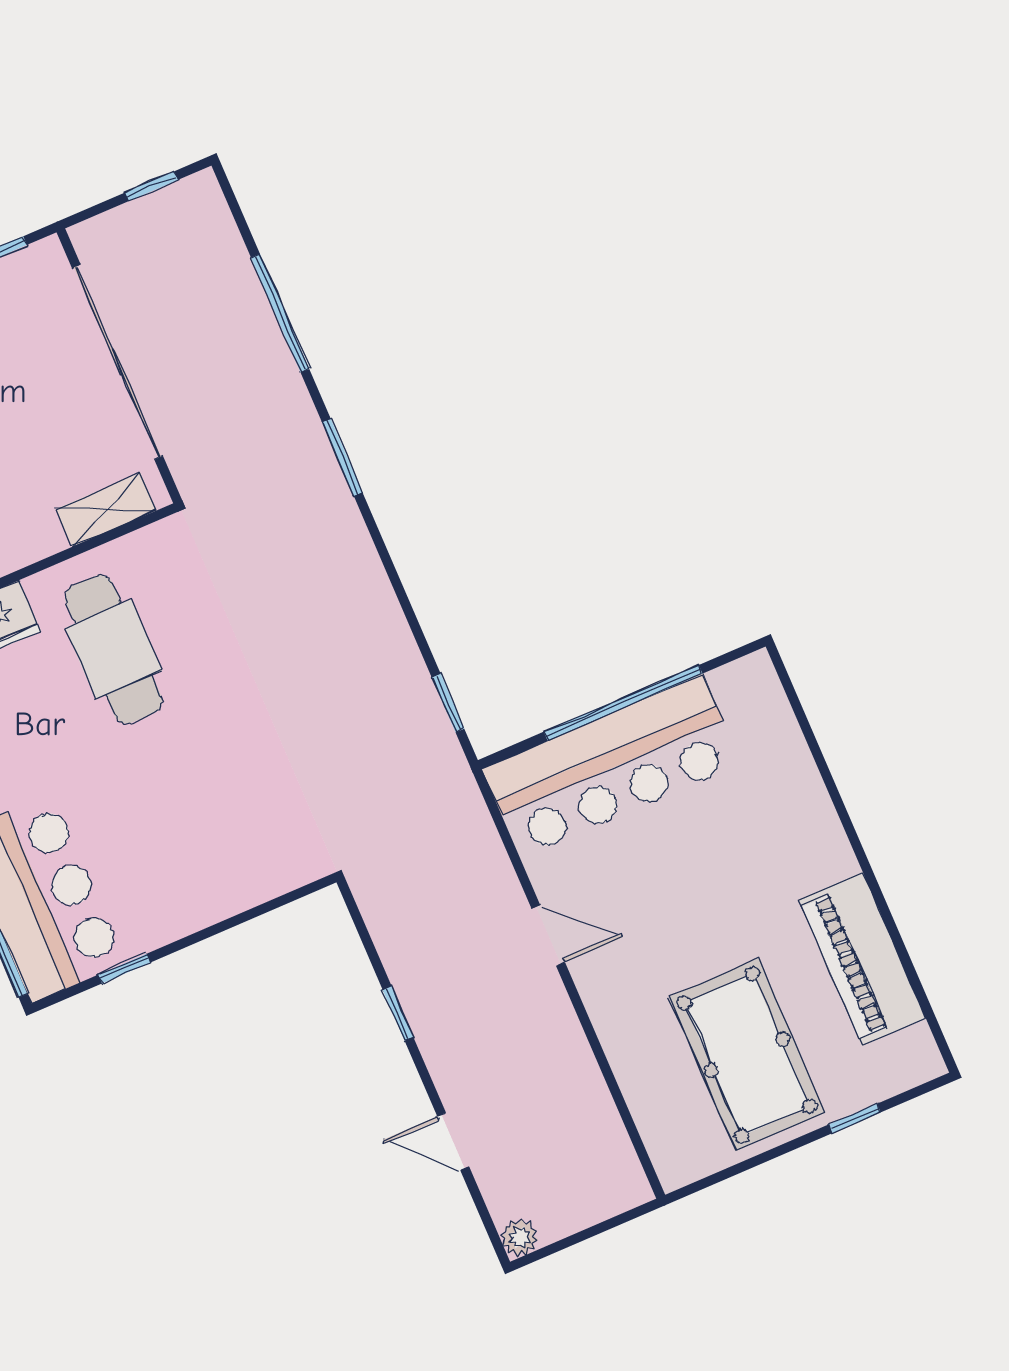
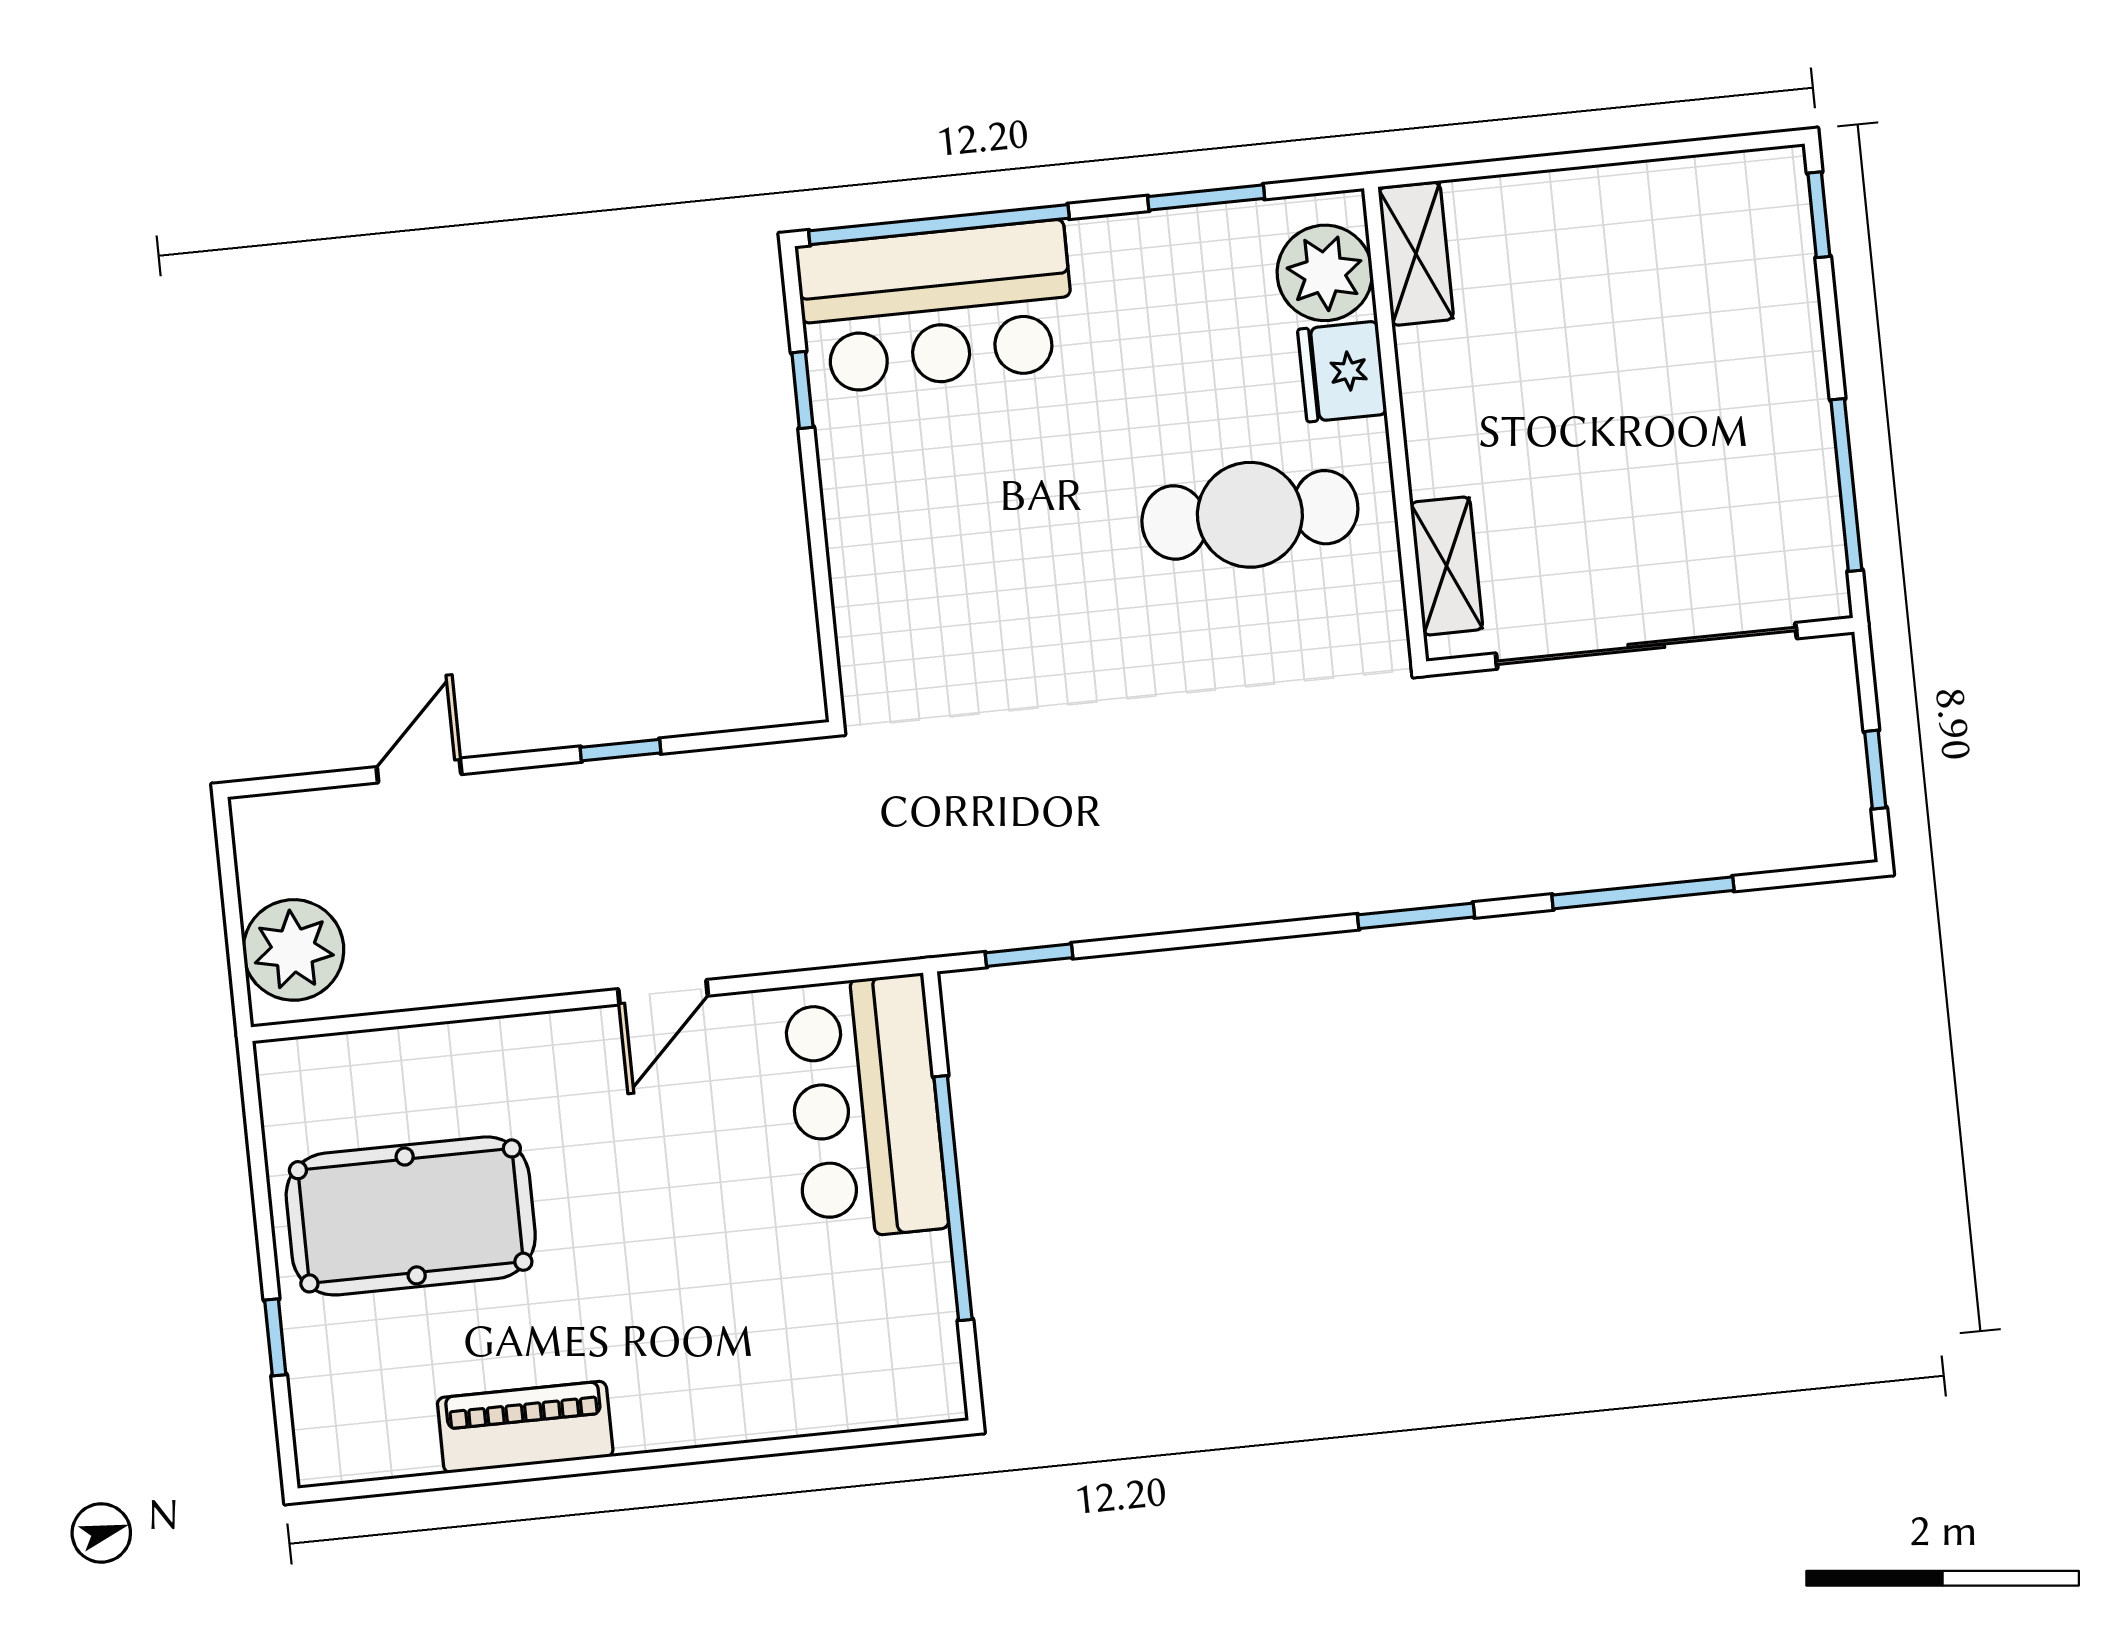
bar counter: (611, 766) -> (865, 1107), width x0.73
piano: (863, 959) -> (525, 1427), width x0.73, depth x0.75
plant: (520, 1237) -> (293, 950), moved, width x1.87, depth x1.87

